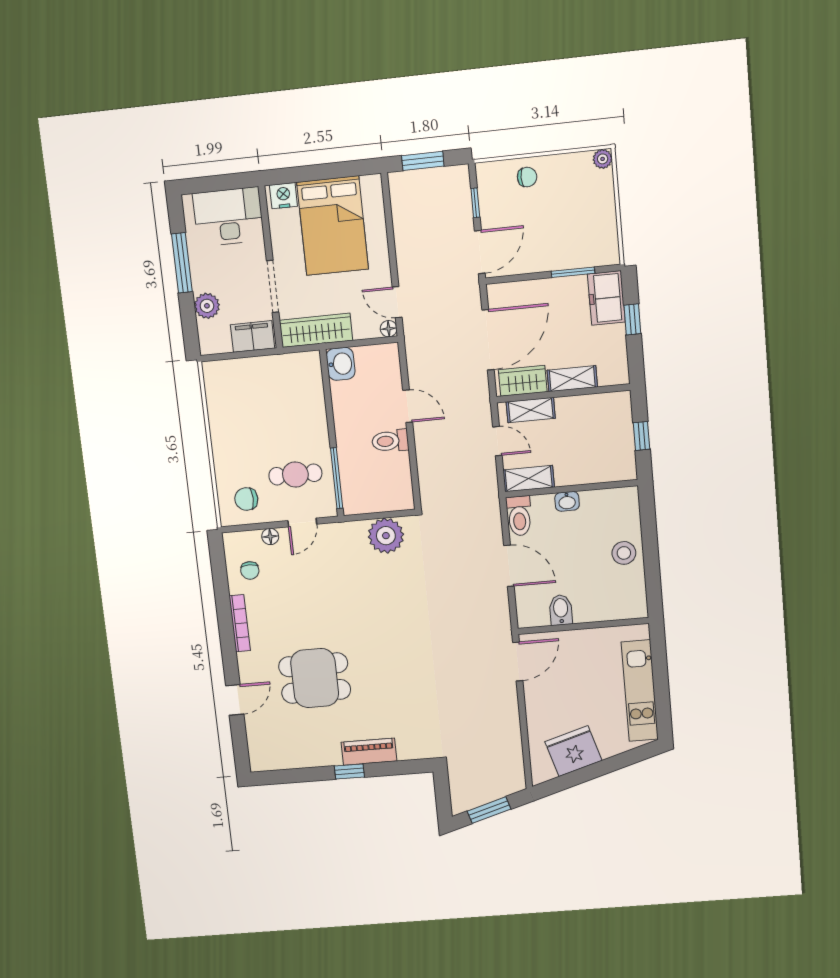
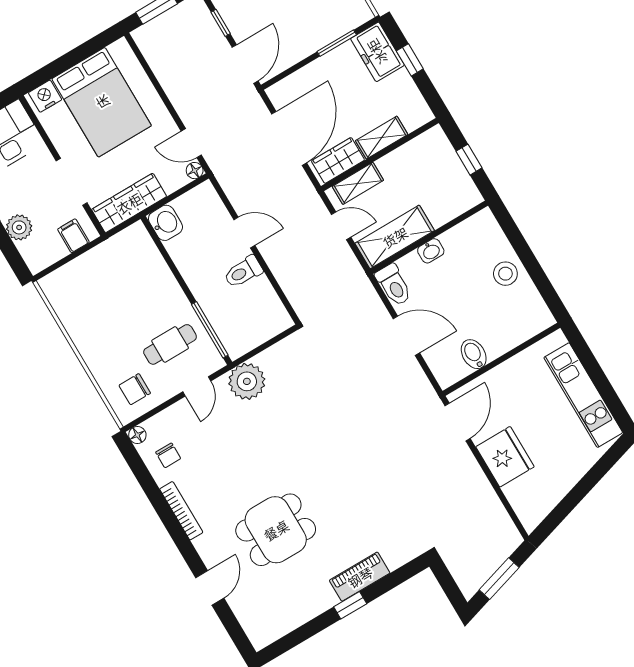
filing cabinet: (253, 336) -> (73, 236), width x0.50
shelving: (529, 479) -> (395, 237), width x1.50, depth x1.33
floor lamp: (270, 536) -> (137, 435), moved
plant: (386, 536) -> (247, 381), moved
fridge: (573, 751) -> (505, 457), moved, turned 107

